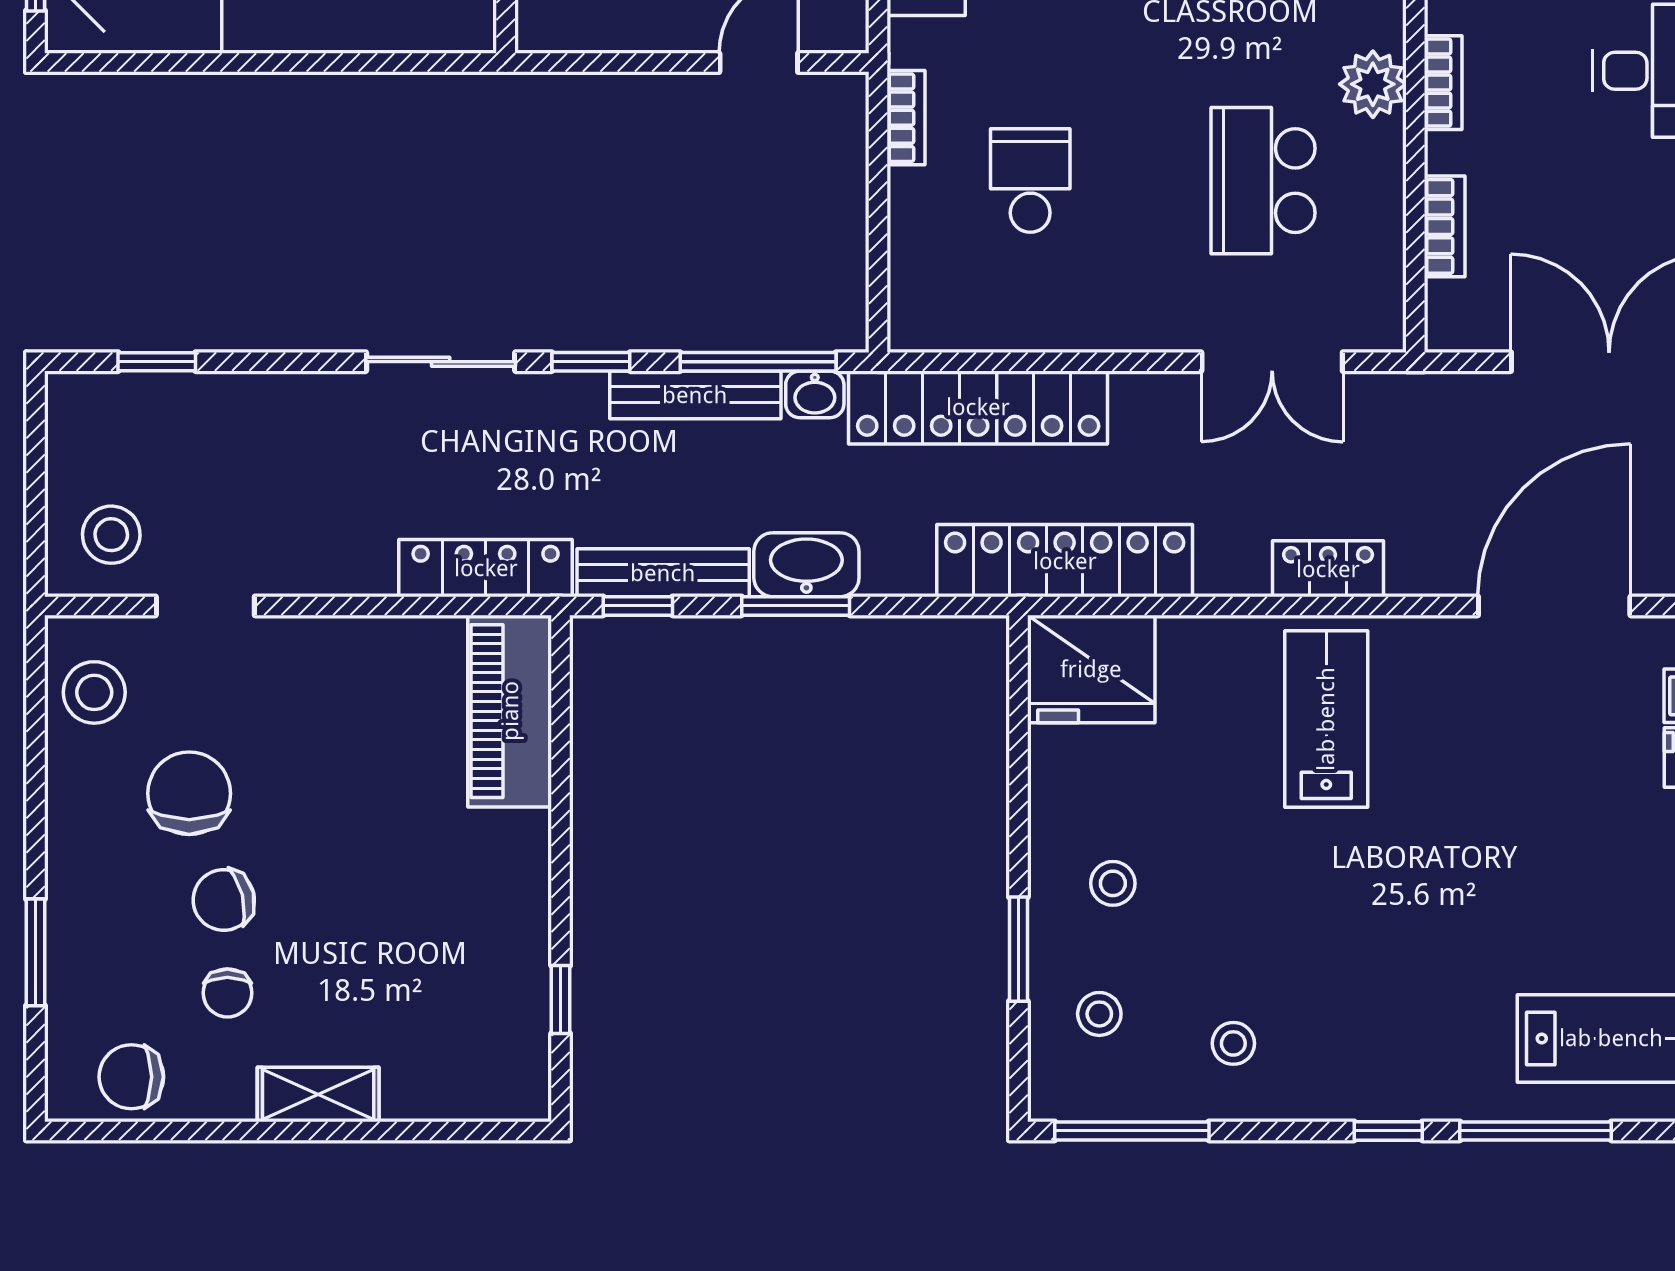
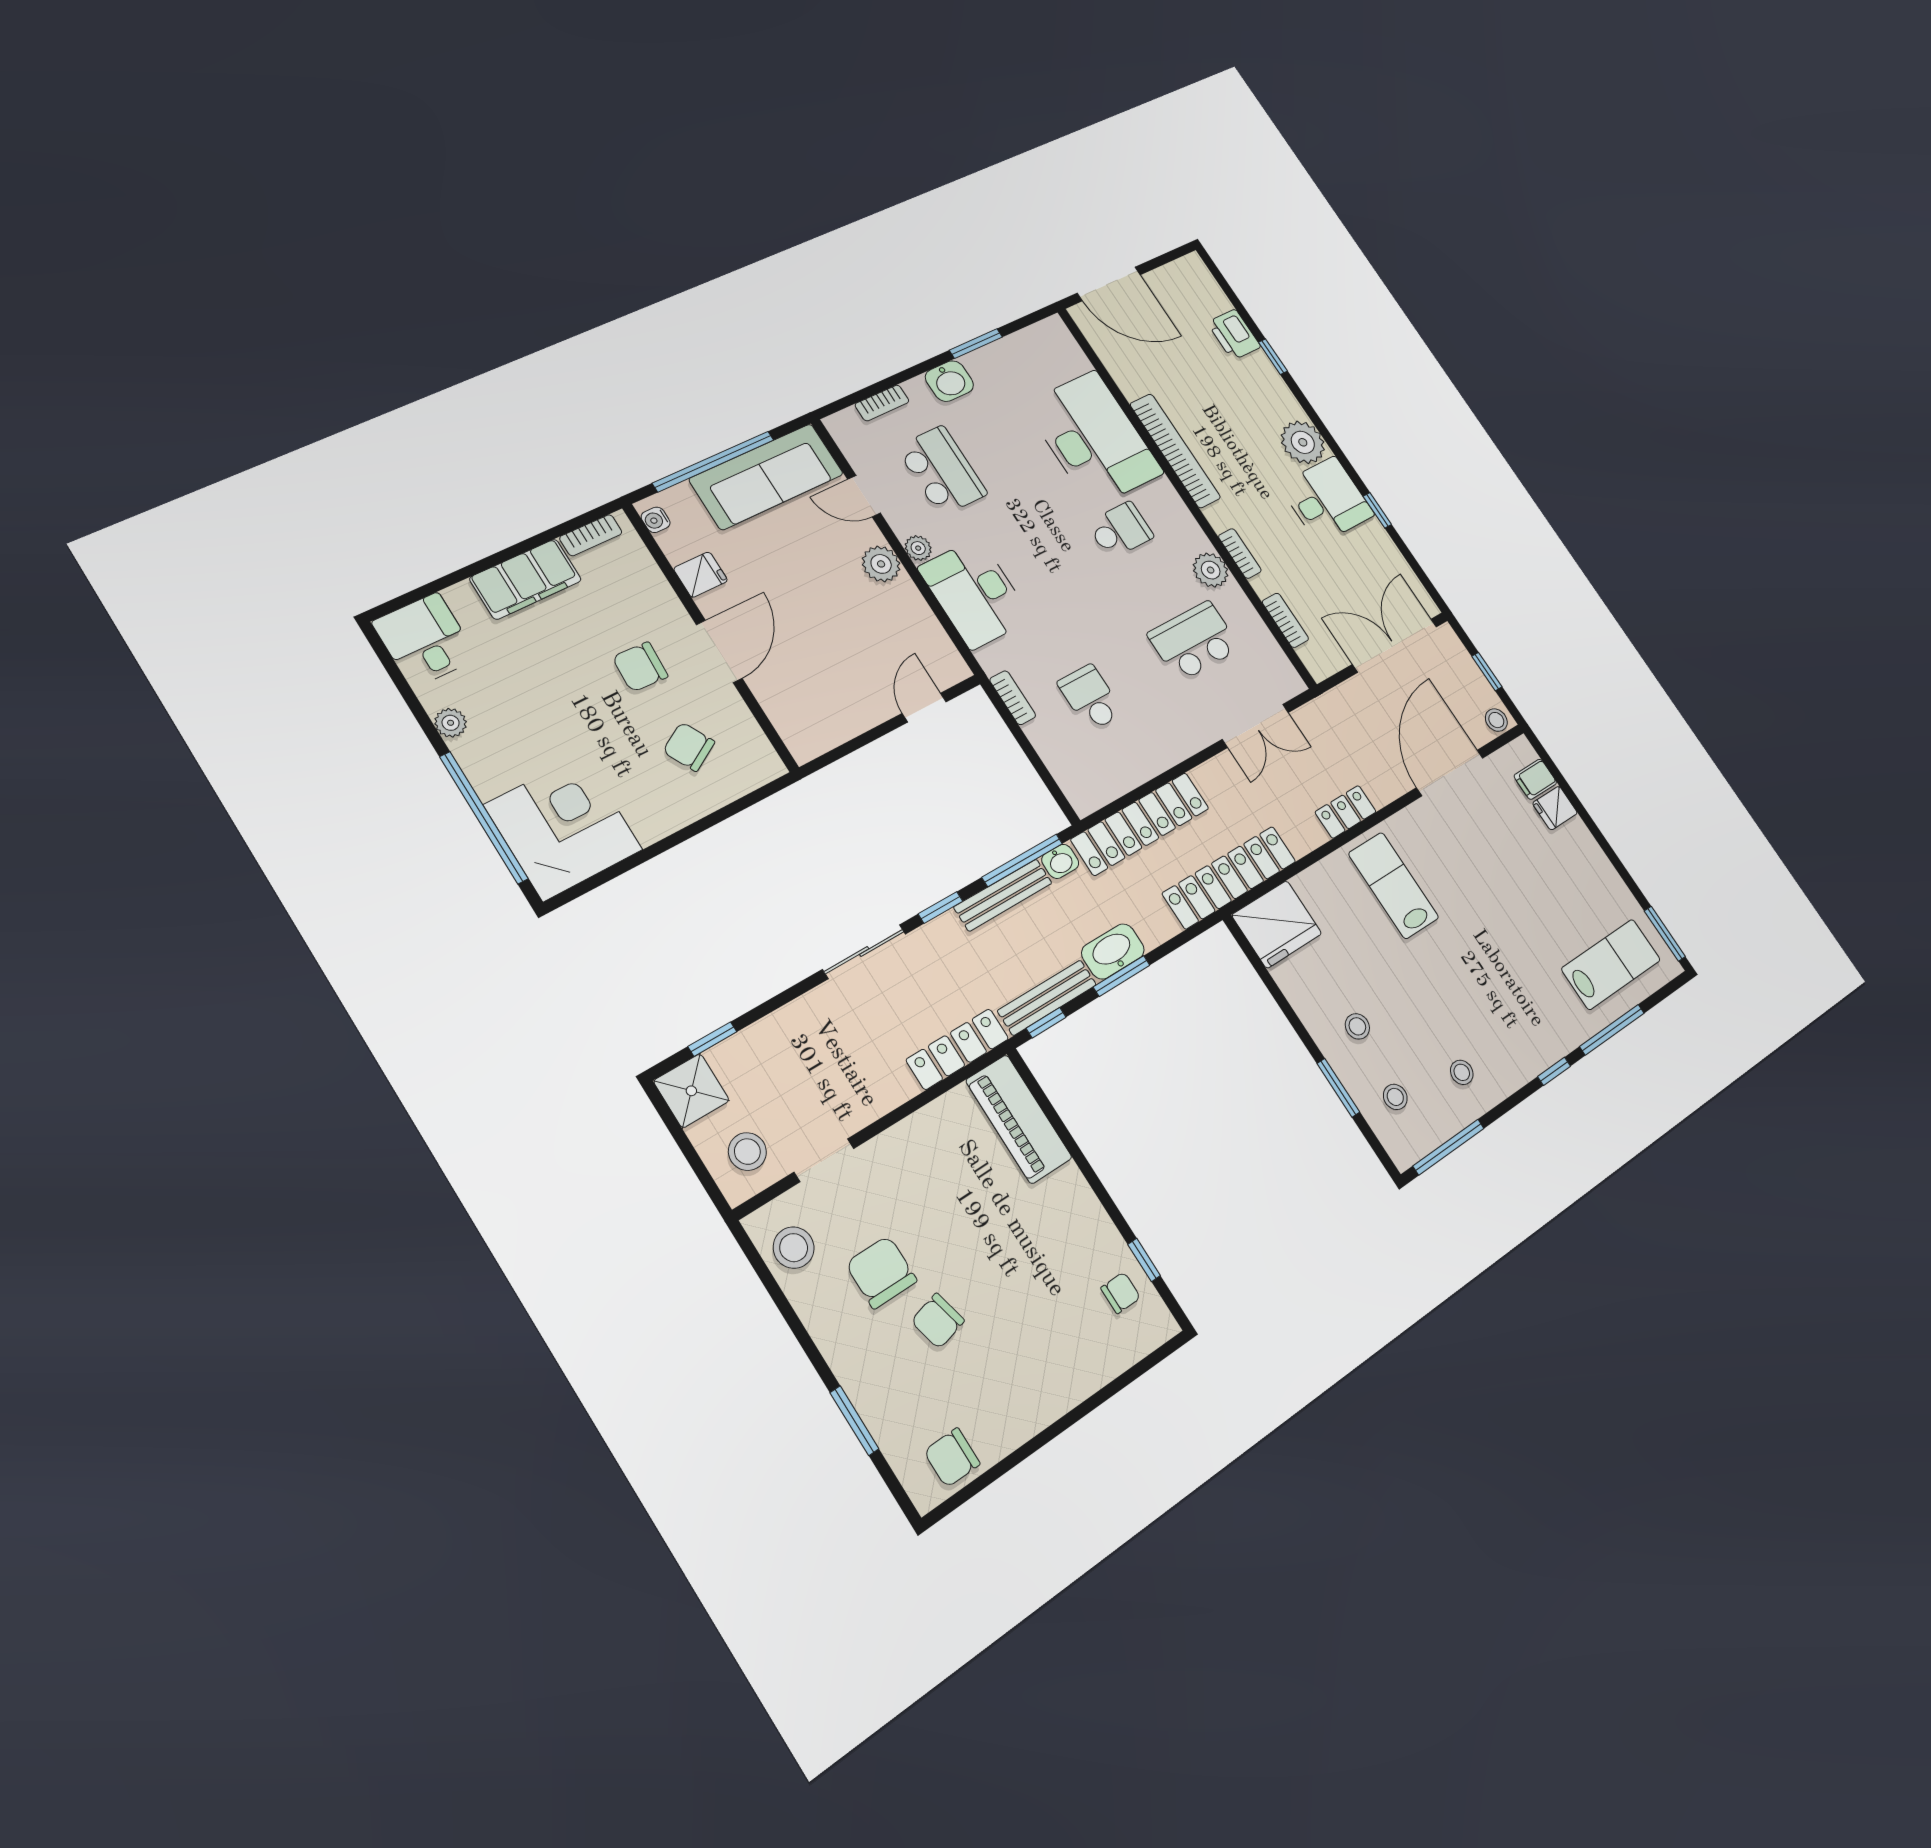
school desk: (1263, 181) -> (1194, 641), turned 90
shower: (87, 413) -> (691, 1091), added
chair: (227, 993) -> (1121, 1293), moved, turned -90
shelving: (318, 1094) -> (1057, 1398), removed

